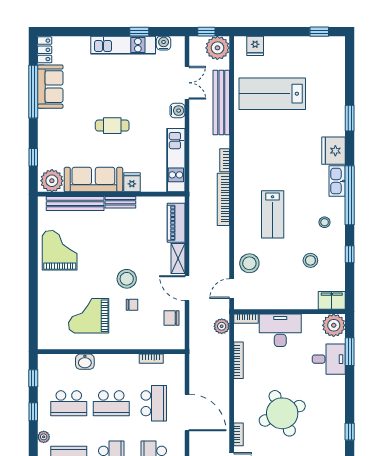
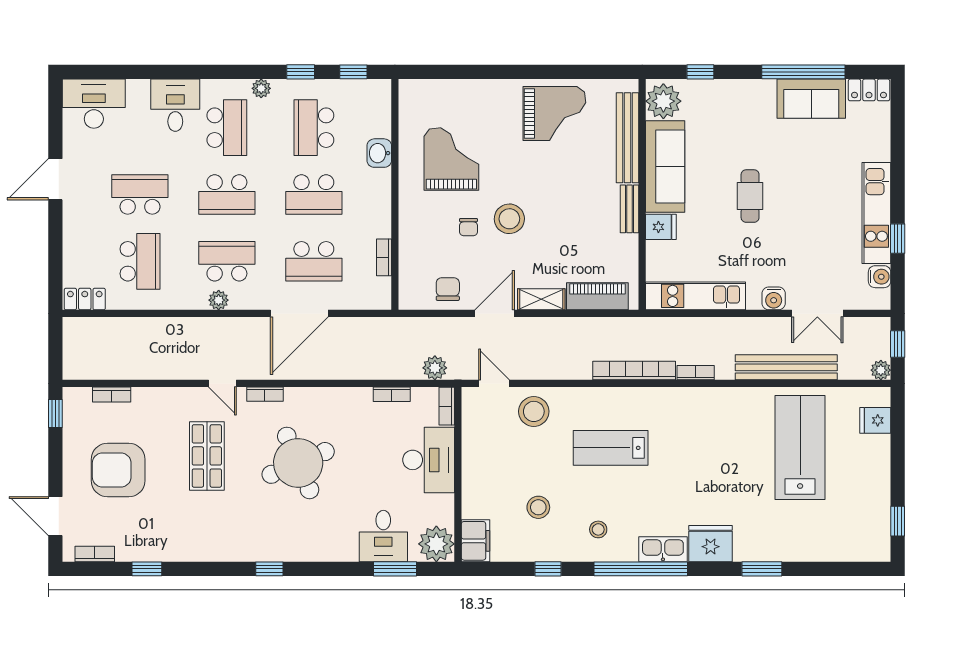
plant: (217, 48) -> (881, 370), width x0.53, depth x0.53
bookcase: (238, 360) -> (392, 394), width x0.64
school desk: (111, 403) -> (314, 194), turned -90

